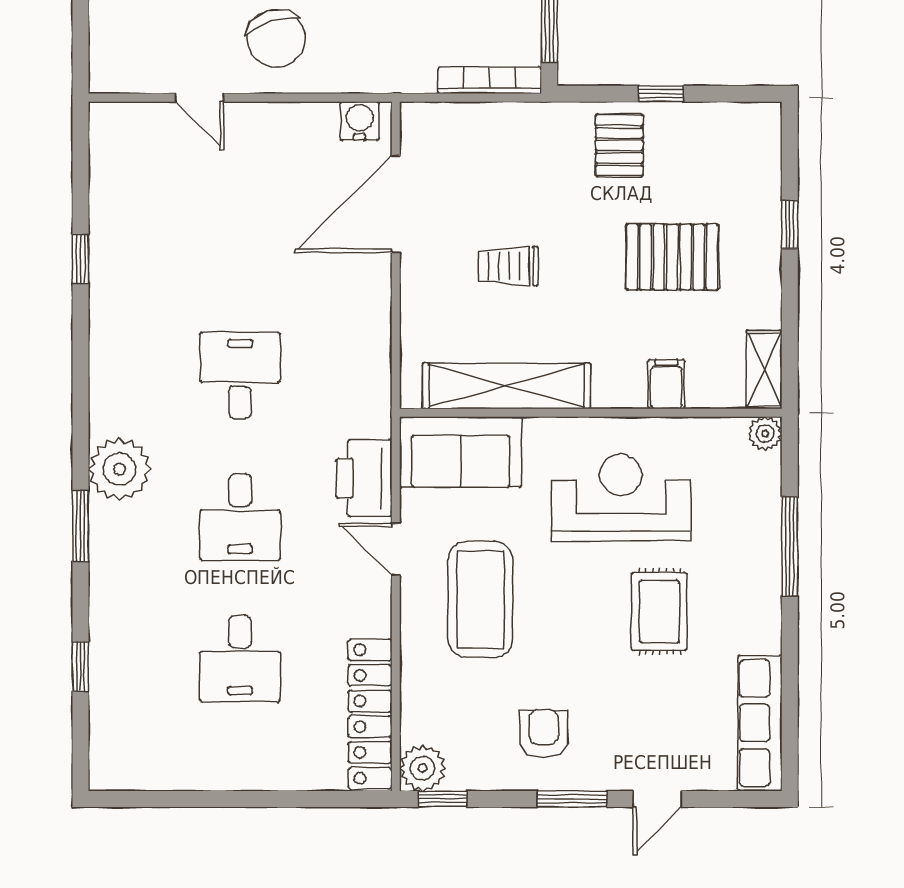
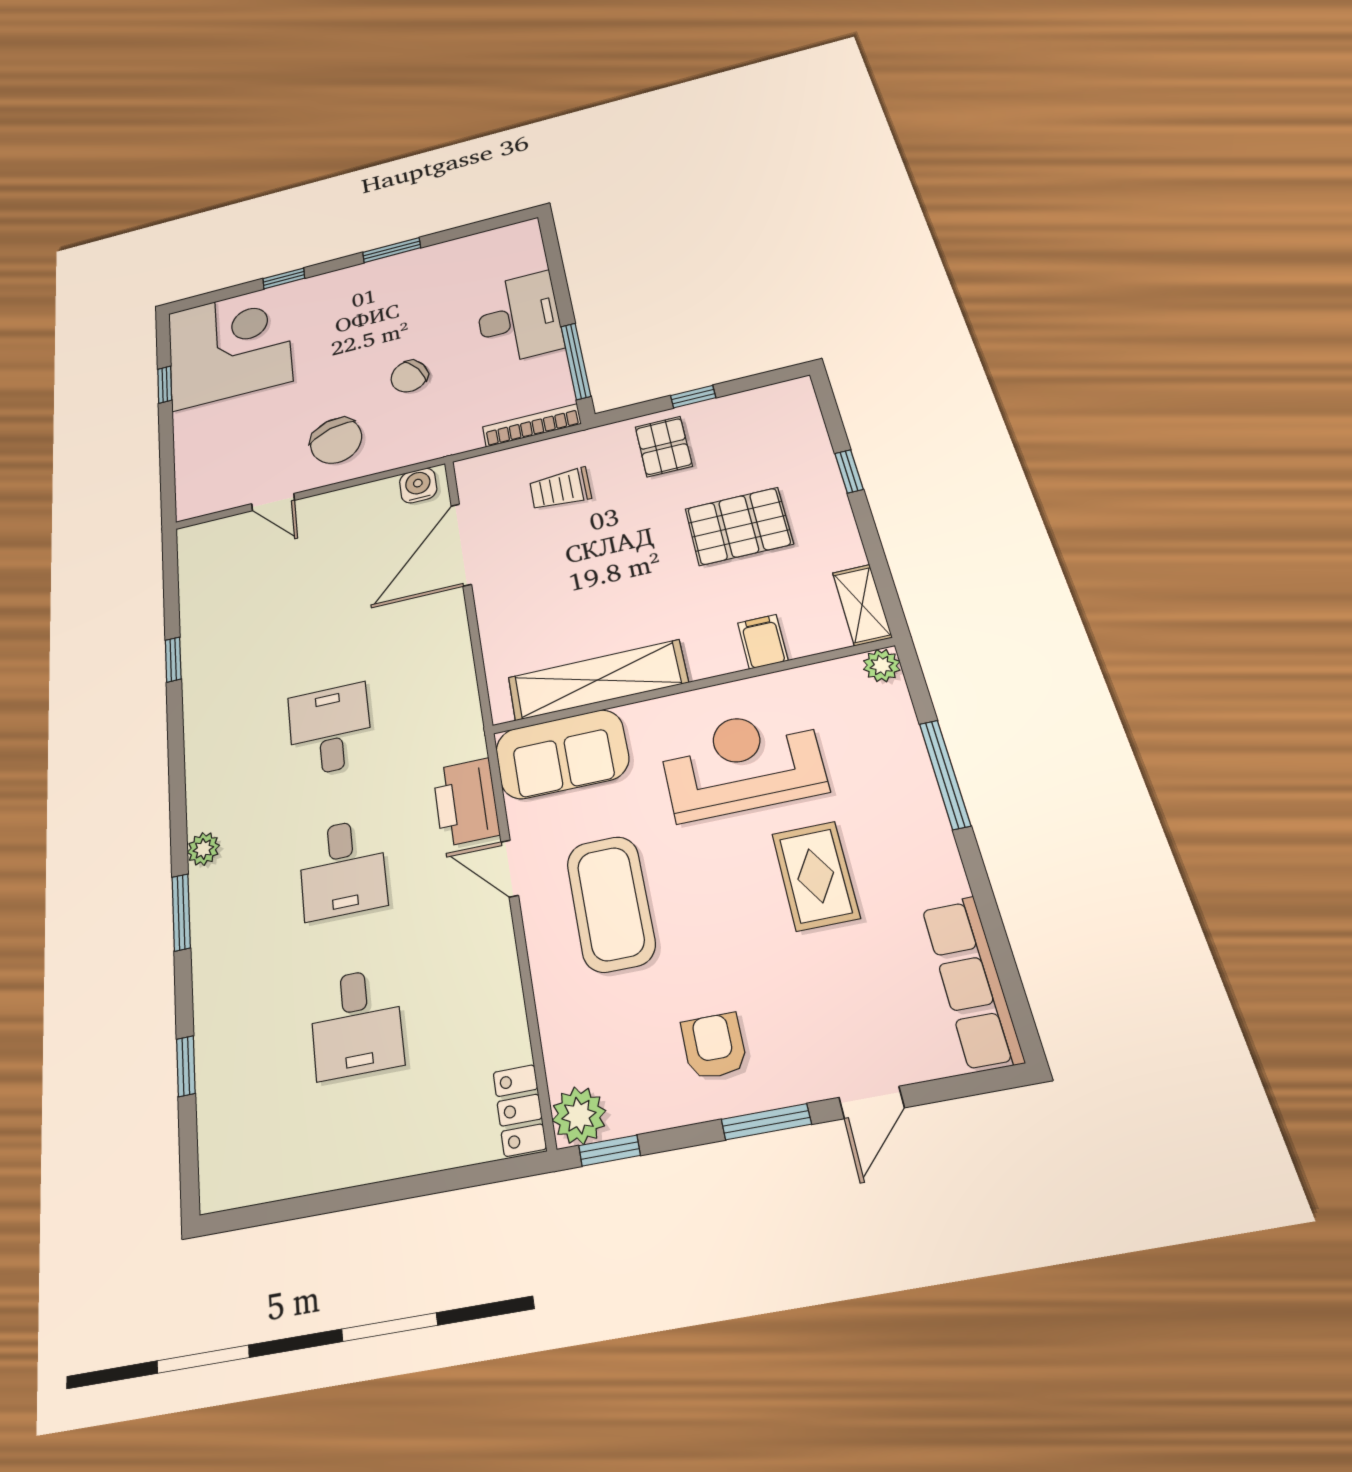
trolley: (508, 266) -> (560, 489), moved
plant: (119, 469) -> (203, 849), width x0.53, depth x0.53
locker: (370, 714) -> (520, 1110), width x0.46, depth x0.83

